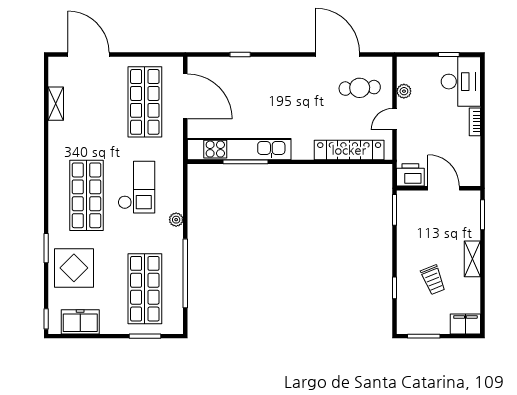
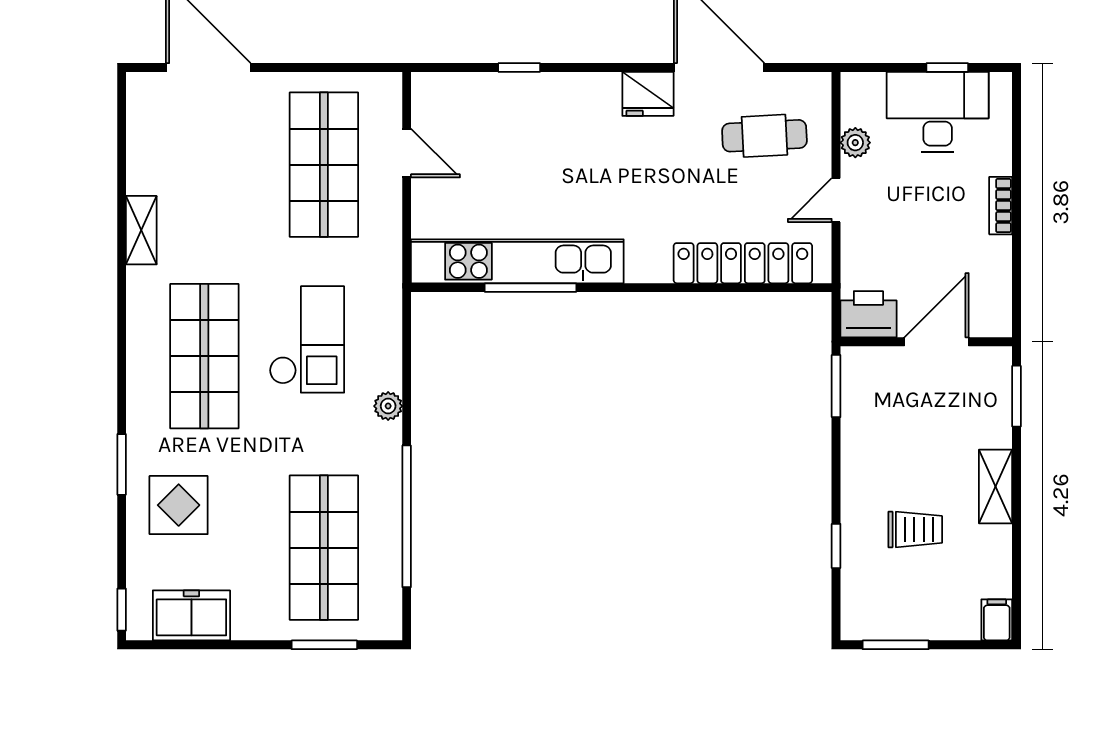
fridge: (303, 67) -> (648, 94), added
desk: (461, 82) -> (938, 112), moved, turned -90
door: (185, 96) -> (407, 153), width x0.53
shelving: (56, 104) -> (141, 230), moved
door: (444, 188) -> (936, 342), hinge flipped
display table: (74, 268) -> (179, 505), width x0.73, depth x0.73
trolley: (433, 280) -> (915, 529), turned -68
filing cabinet: (465, 324) -> (997, 620), width x0.50

